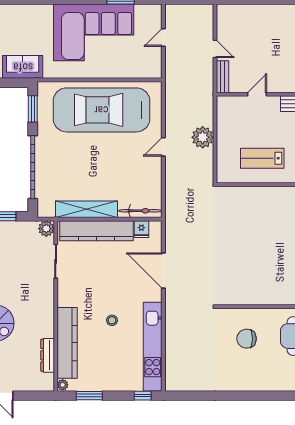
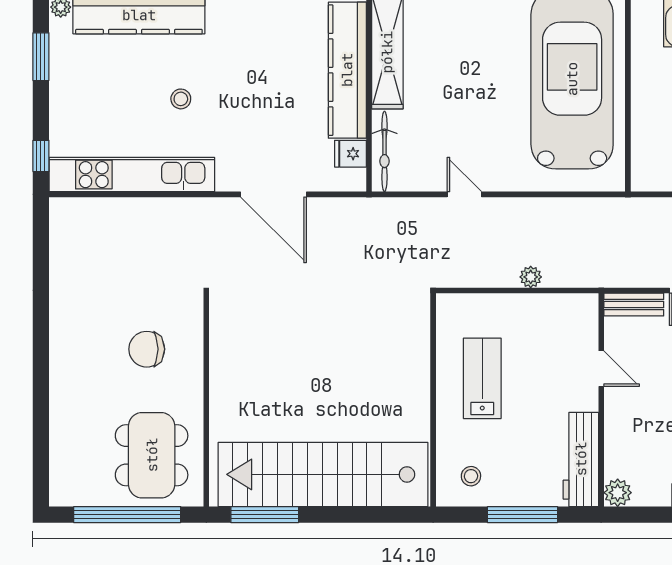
plant: (203, 137) -> (531, 277), width x0.53, depth x0.53
door: (163, 147) -> (464, 194), moved
door: (163, 271) -> (273, 194), swing flipped
chair: (247, 339) -> (147, 349), turned -90

